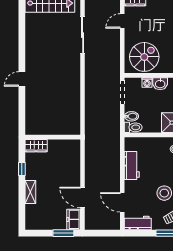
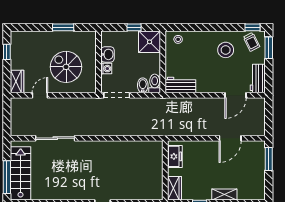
door: (122, 21) -> (40, 95), swing flipped
spiral stairs: (144, 57) -> (66, 67), moved
workbench: (132, 165) -> (180, 85), moved
freezer: (74, 219) -> (175, 156), moved, turned -90

